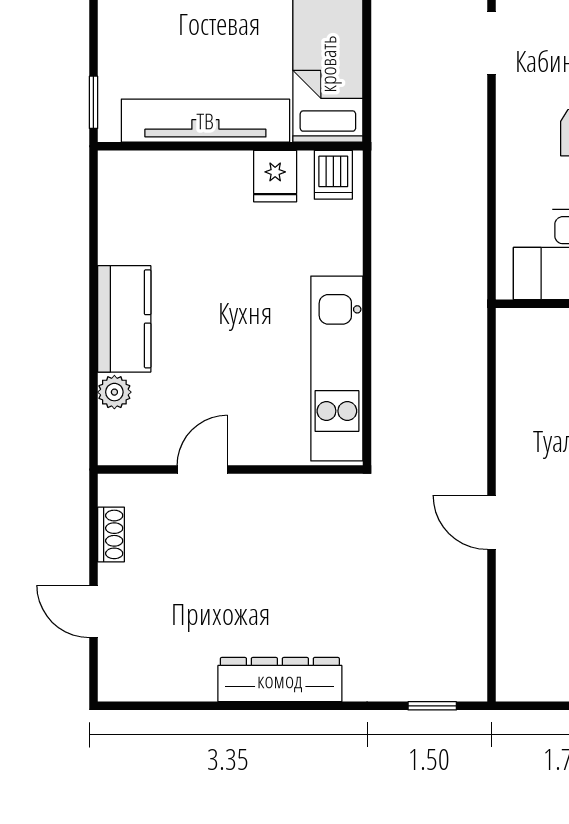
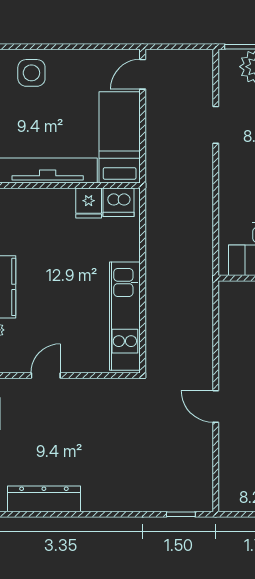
dishwasher: (333, 175) -> (119, 202), width x1.38
dresser: (280, 680) -> (44, 499), moved

